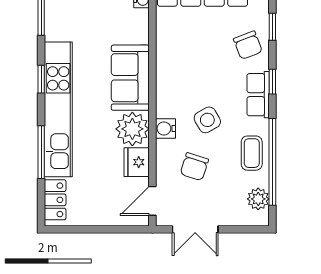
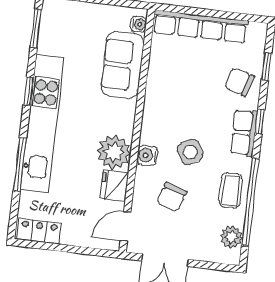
chair: (248, 45) -> (240, 82), turned 128
sofa: (130, 78) -> (122, 65), moved
locker: (55, 200) -> (39, 231), moved, turned -90

